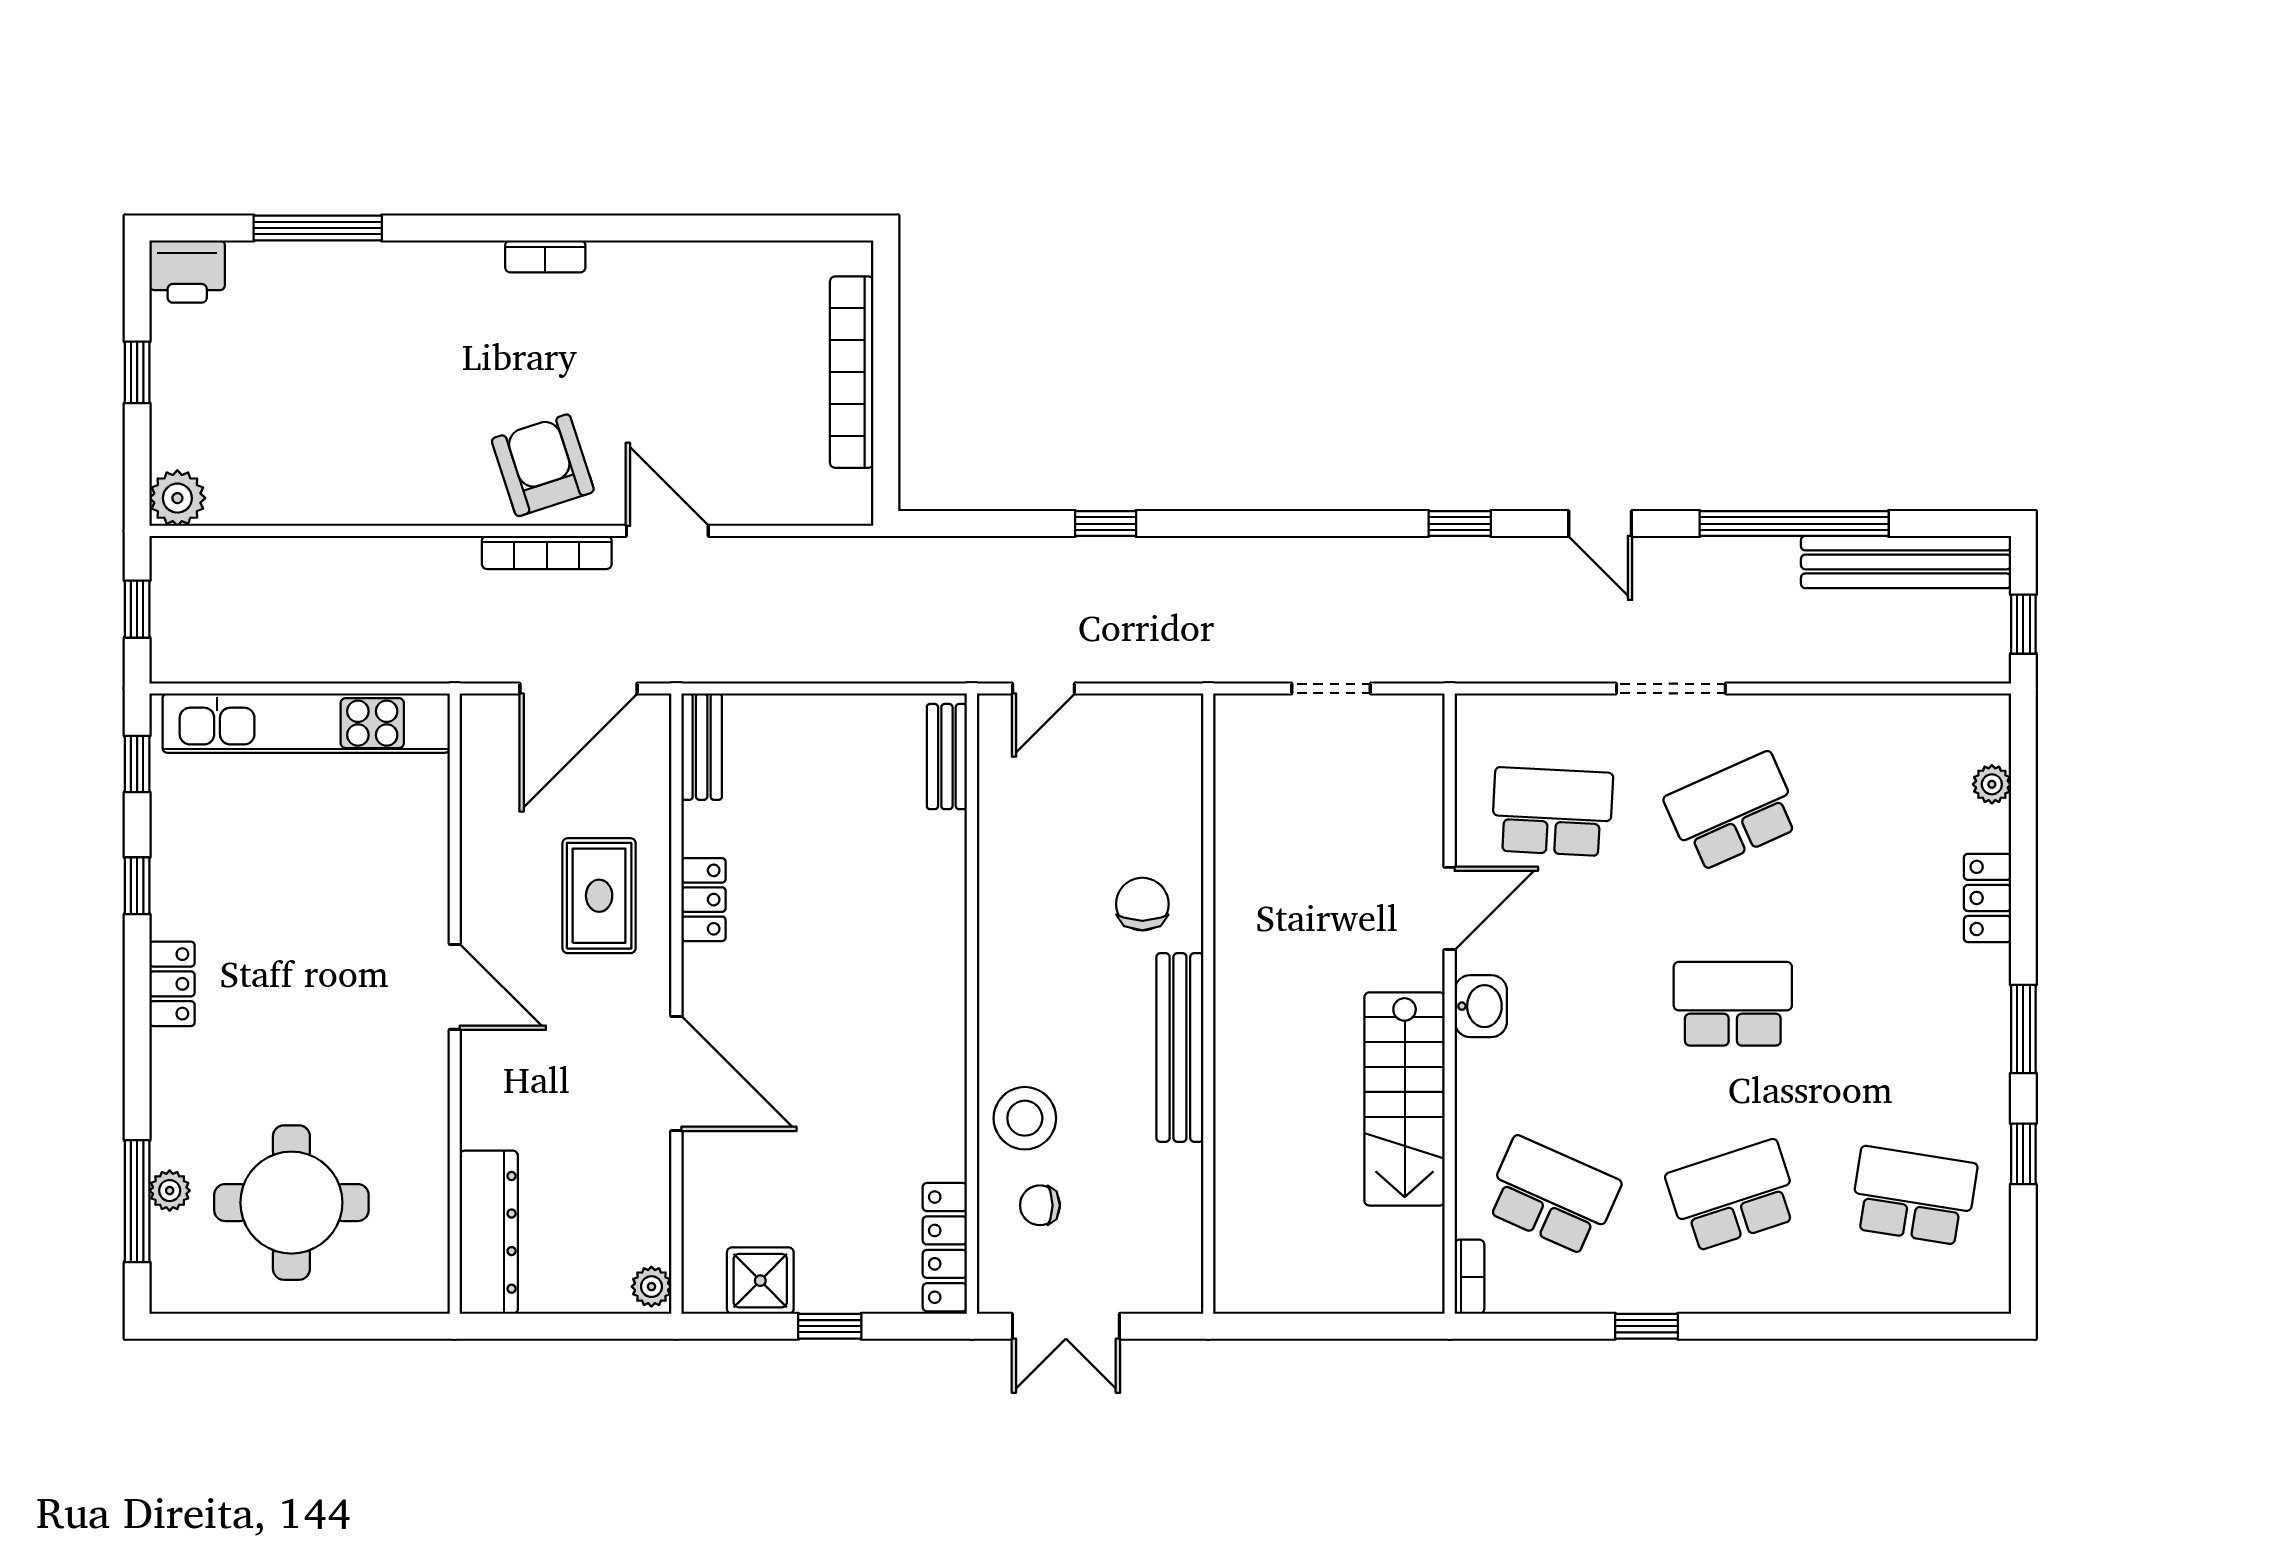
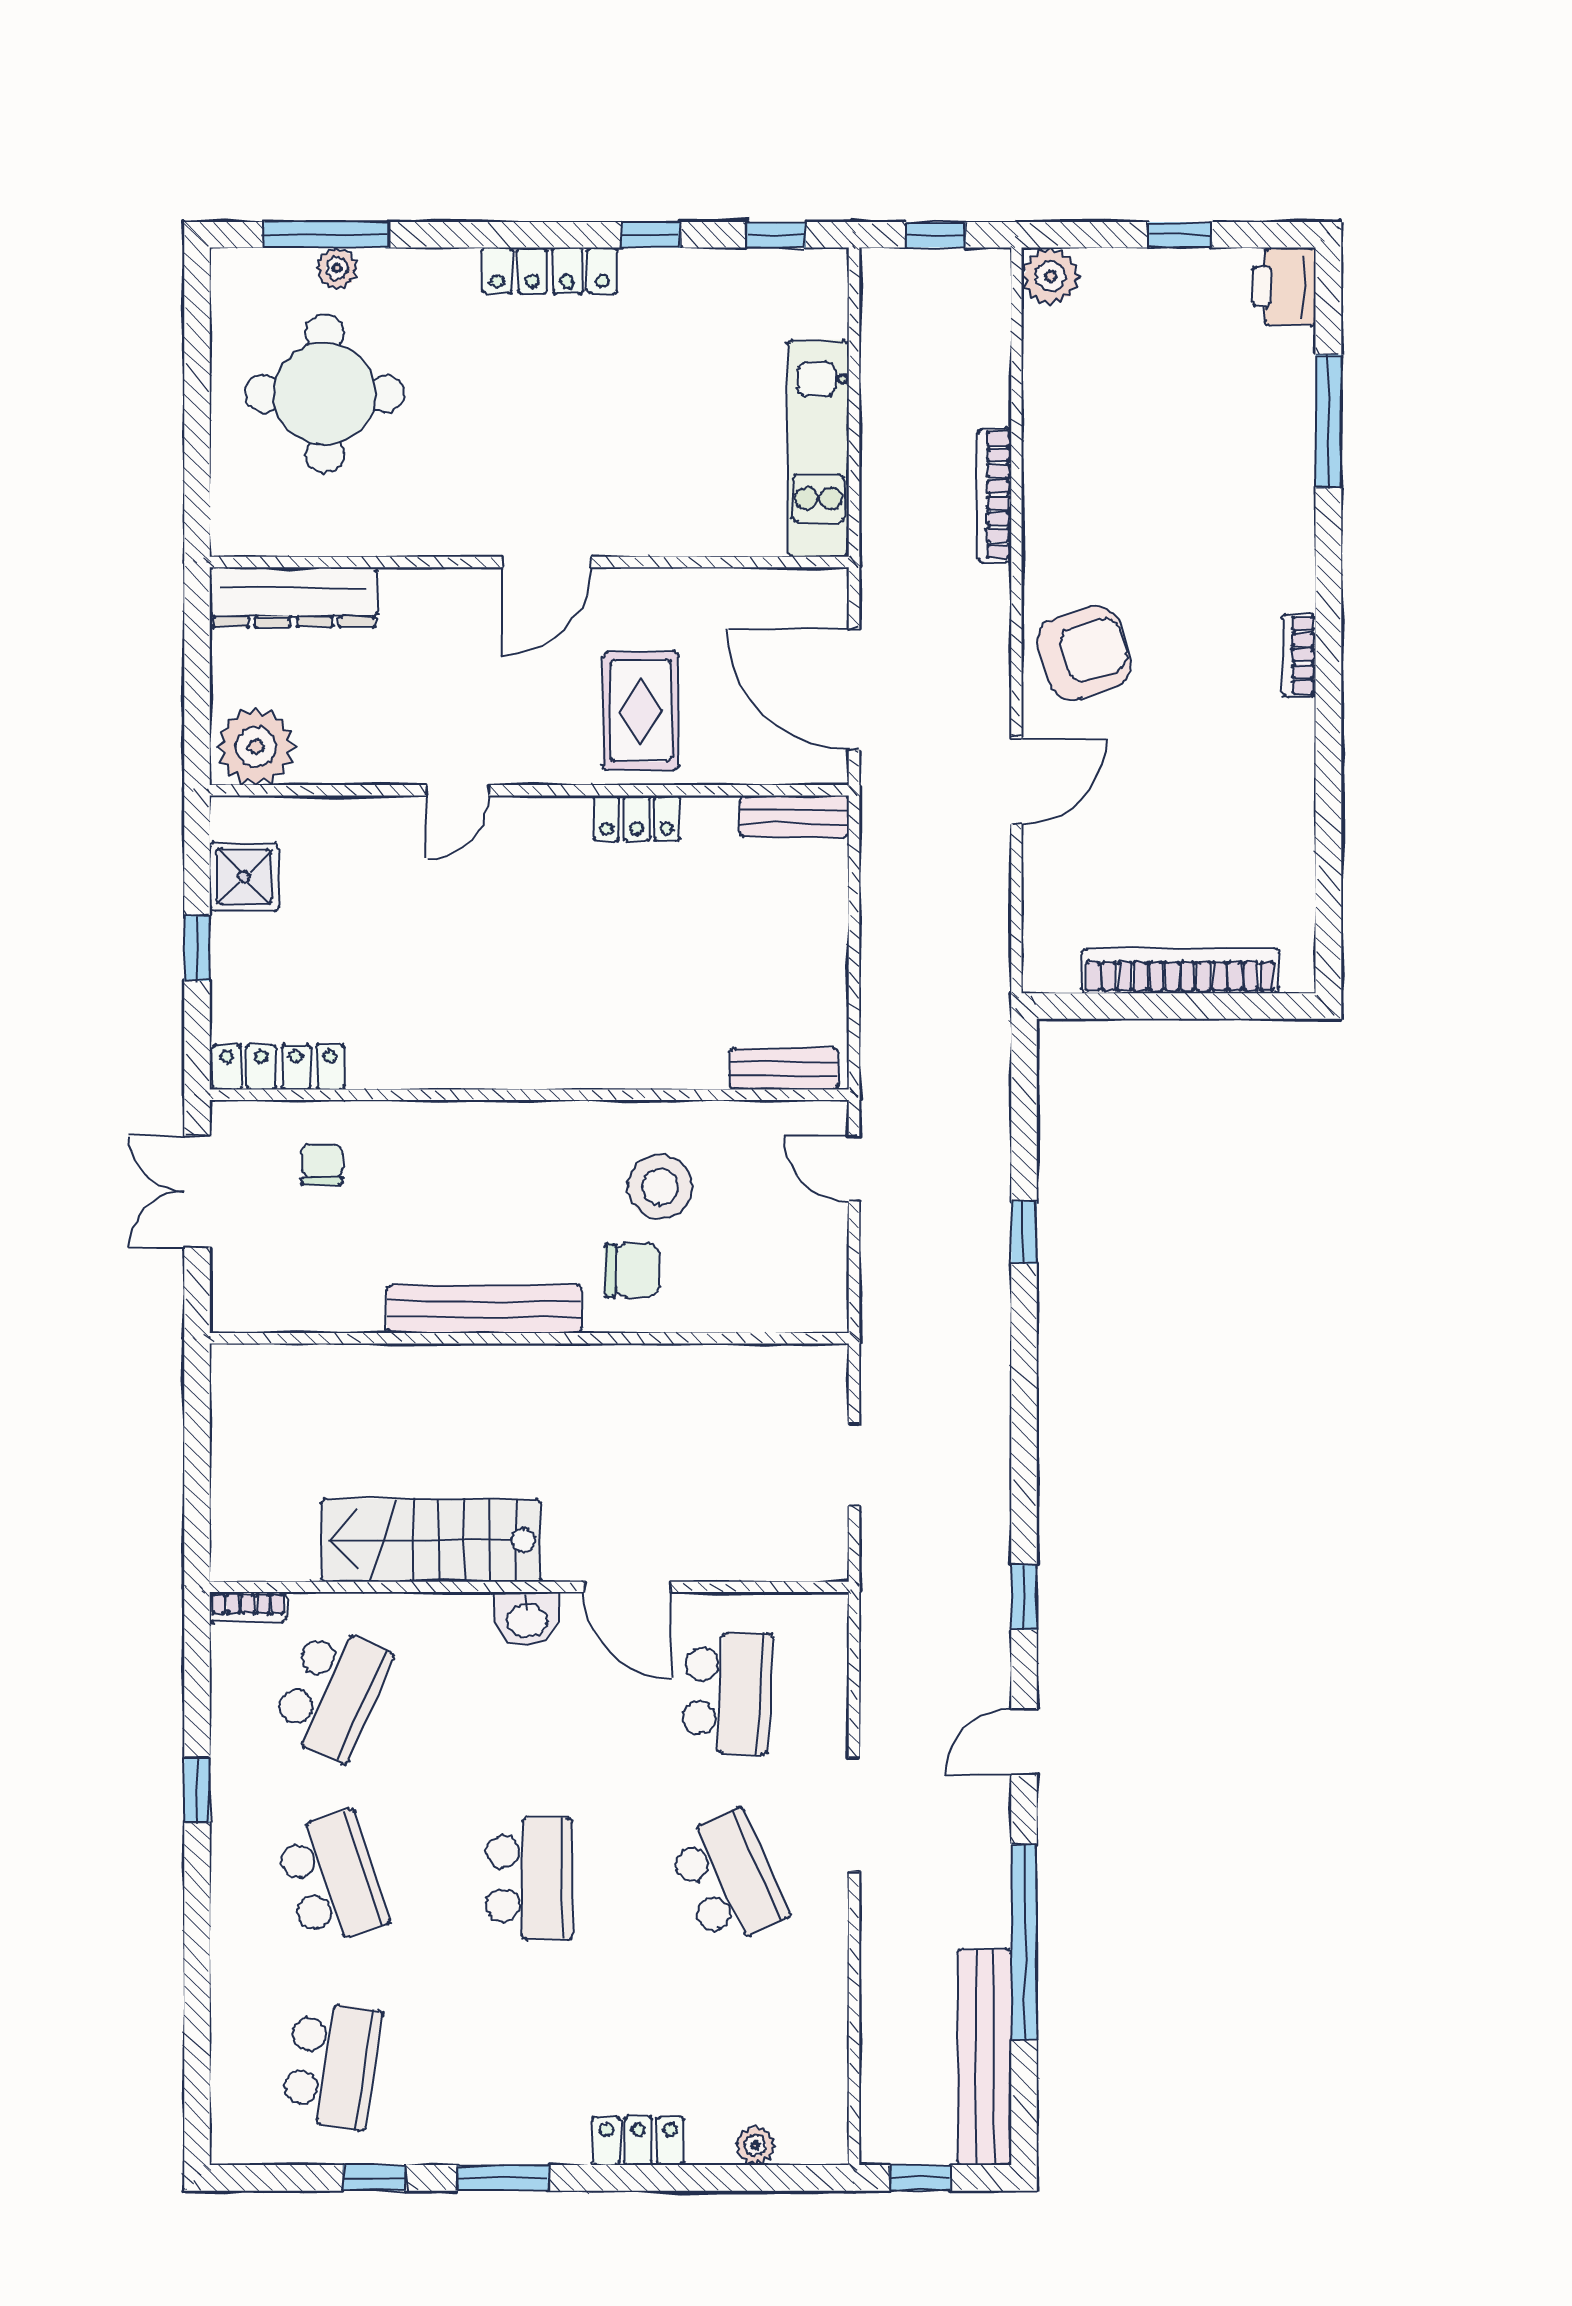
bookcase: (547, 552) -> (994, 495), moved
kitchen unit: (306, 723) -> (818, 448), width x0.73
rug: (599, 896) -> (641, 711), turned 90
locker: (172, 984) -> (550, 271), width x1.53
door: (676, 1073) -> (457, 790), width x0.53
stool: (1025, 1118) -> (660, 1187), moved
plant: (651, 1287) -> (256, 747), width x1.88, depth x1.88

